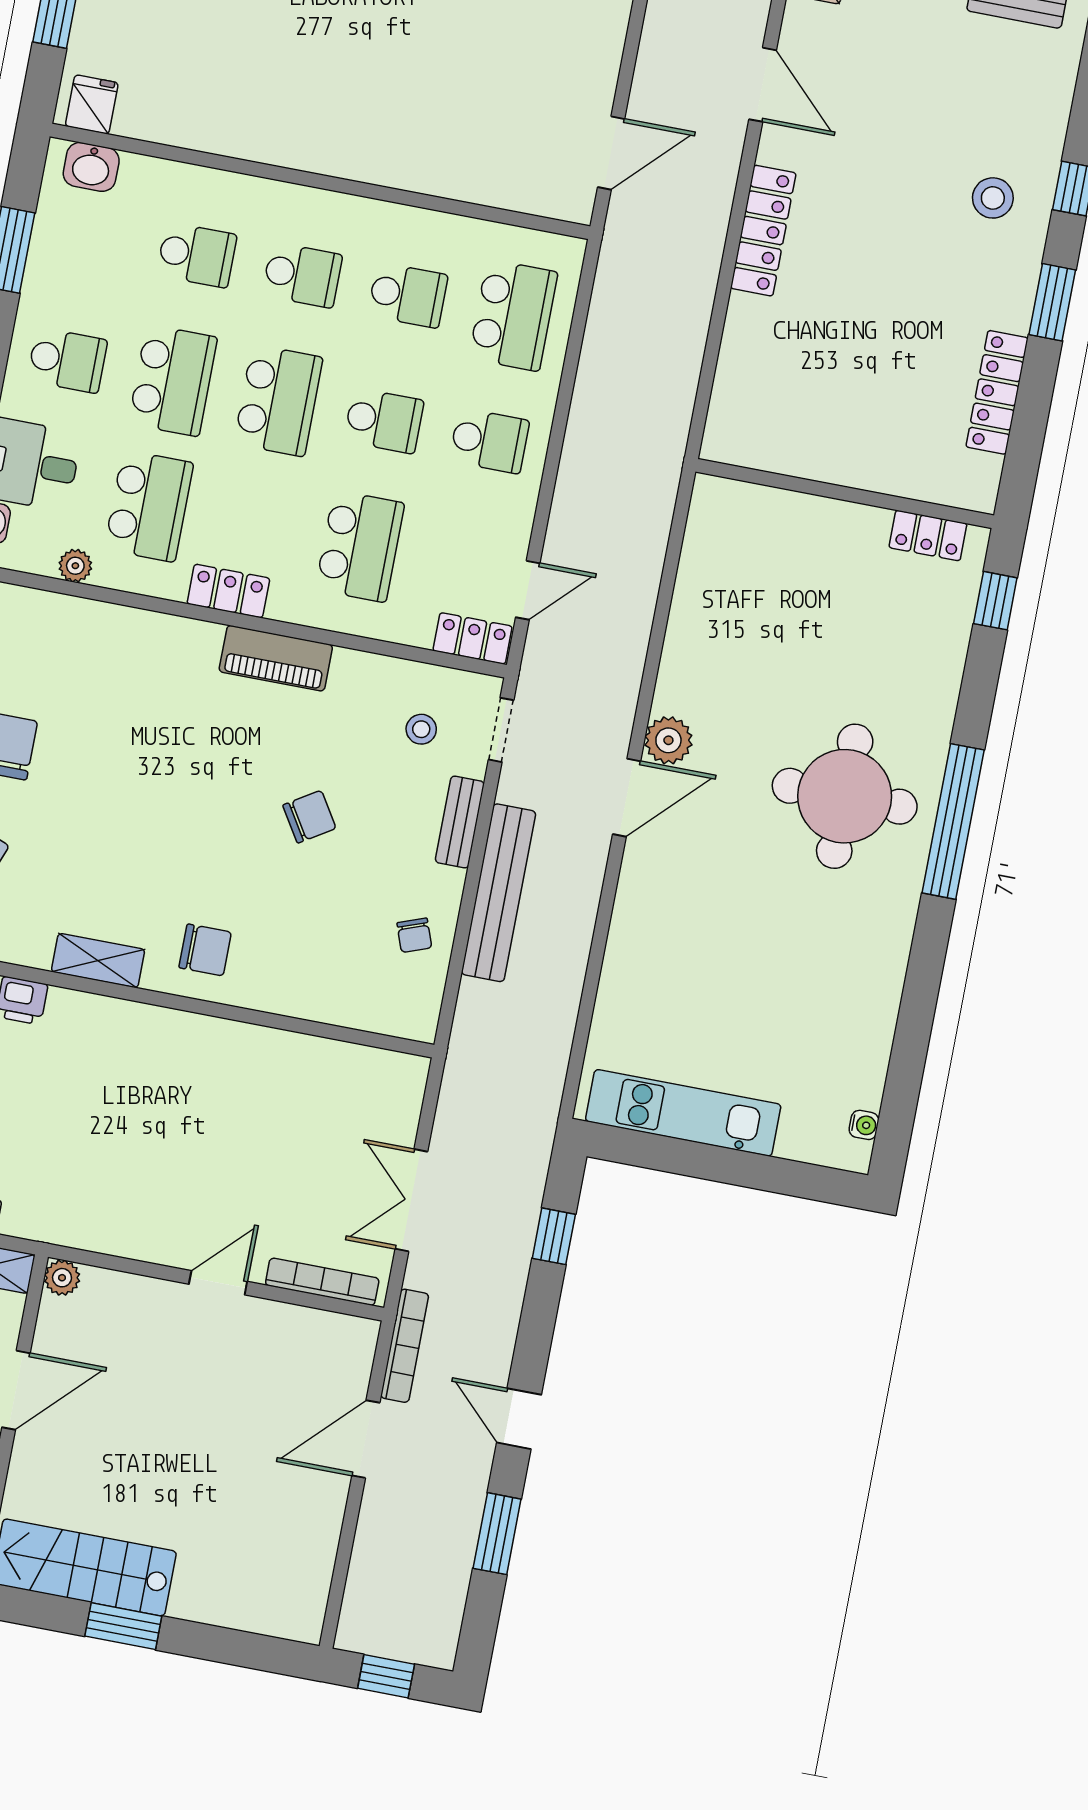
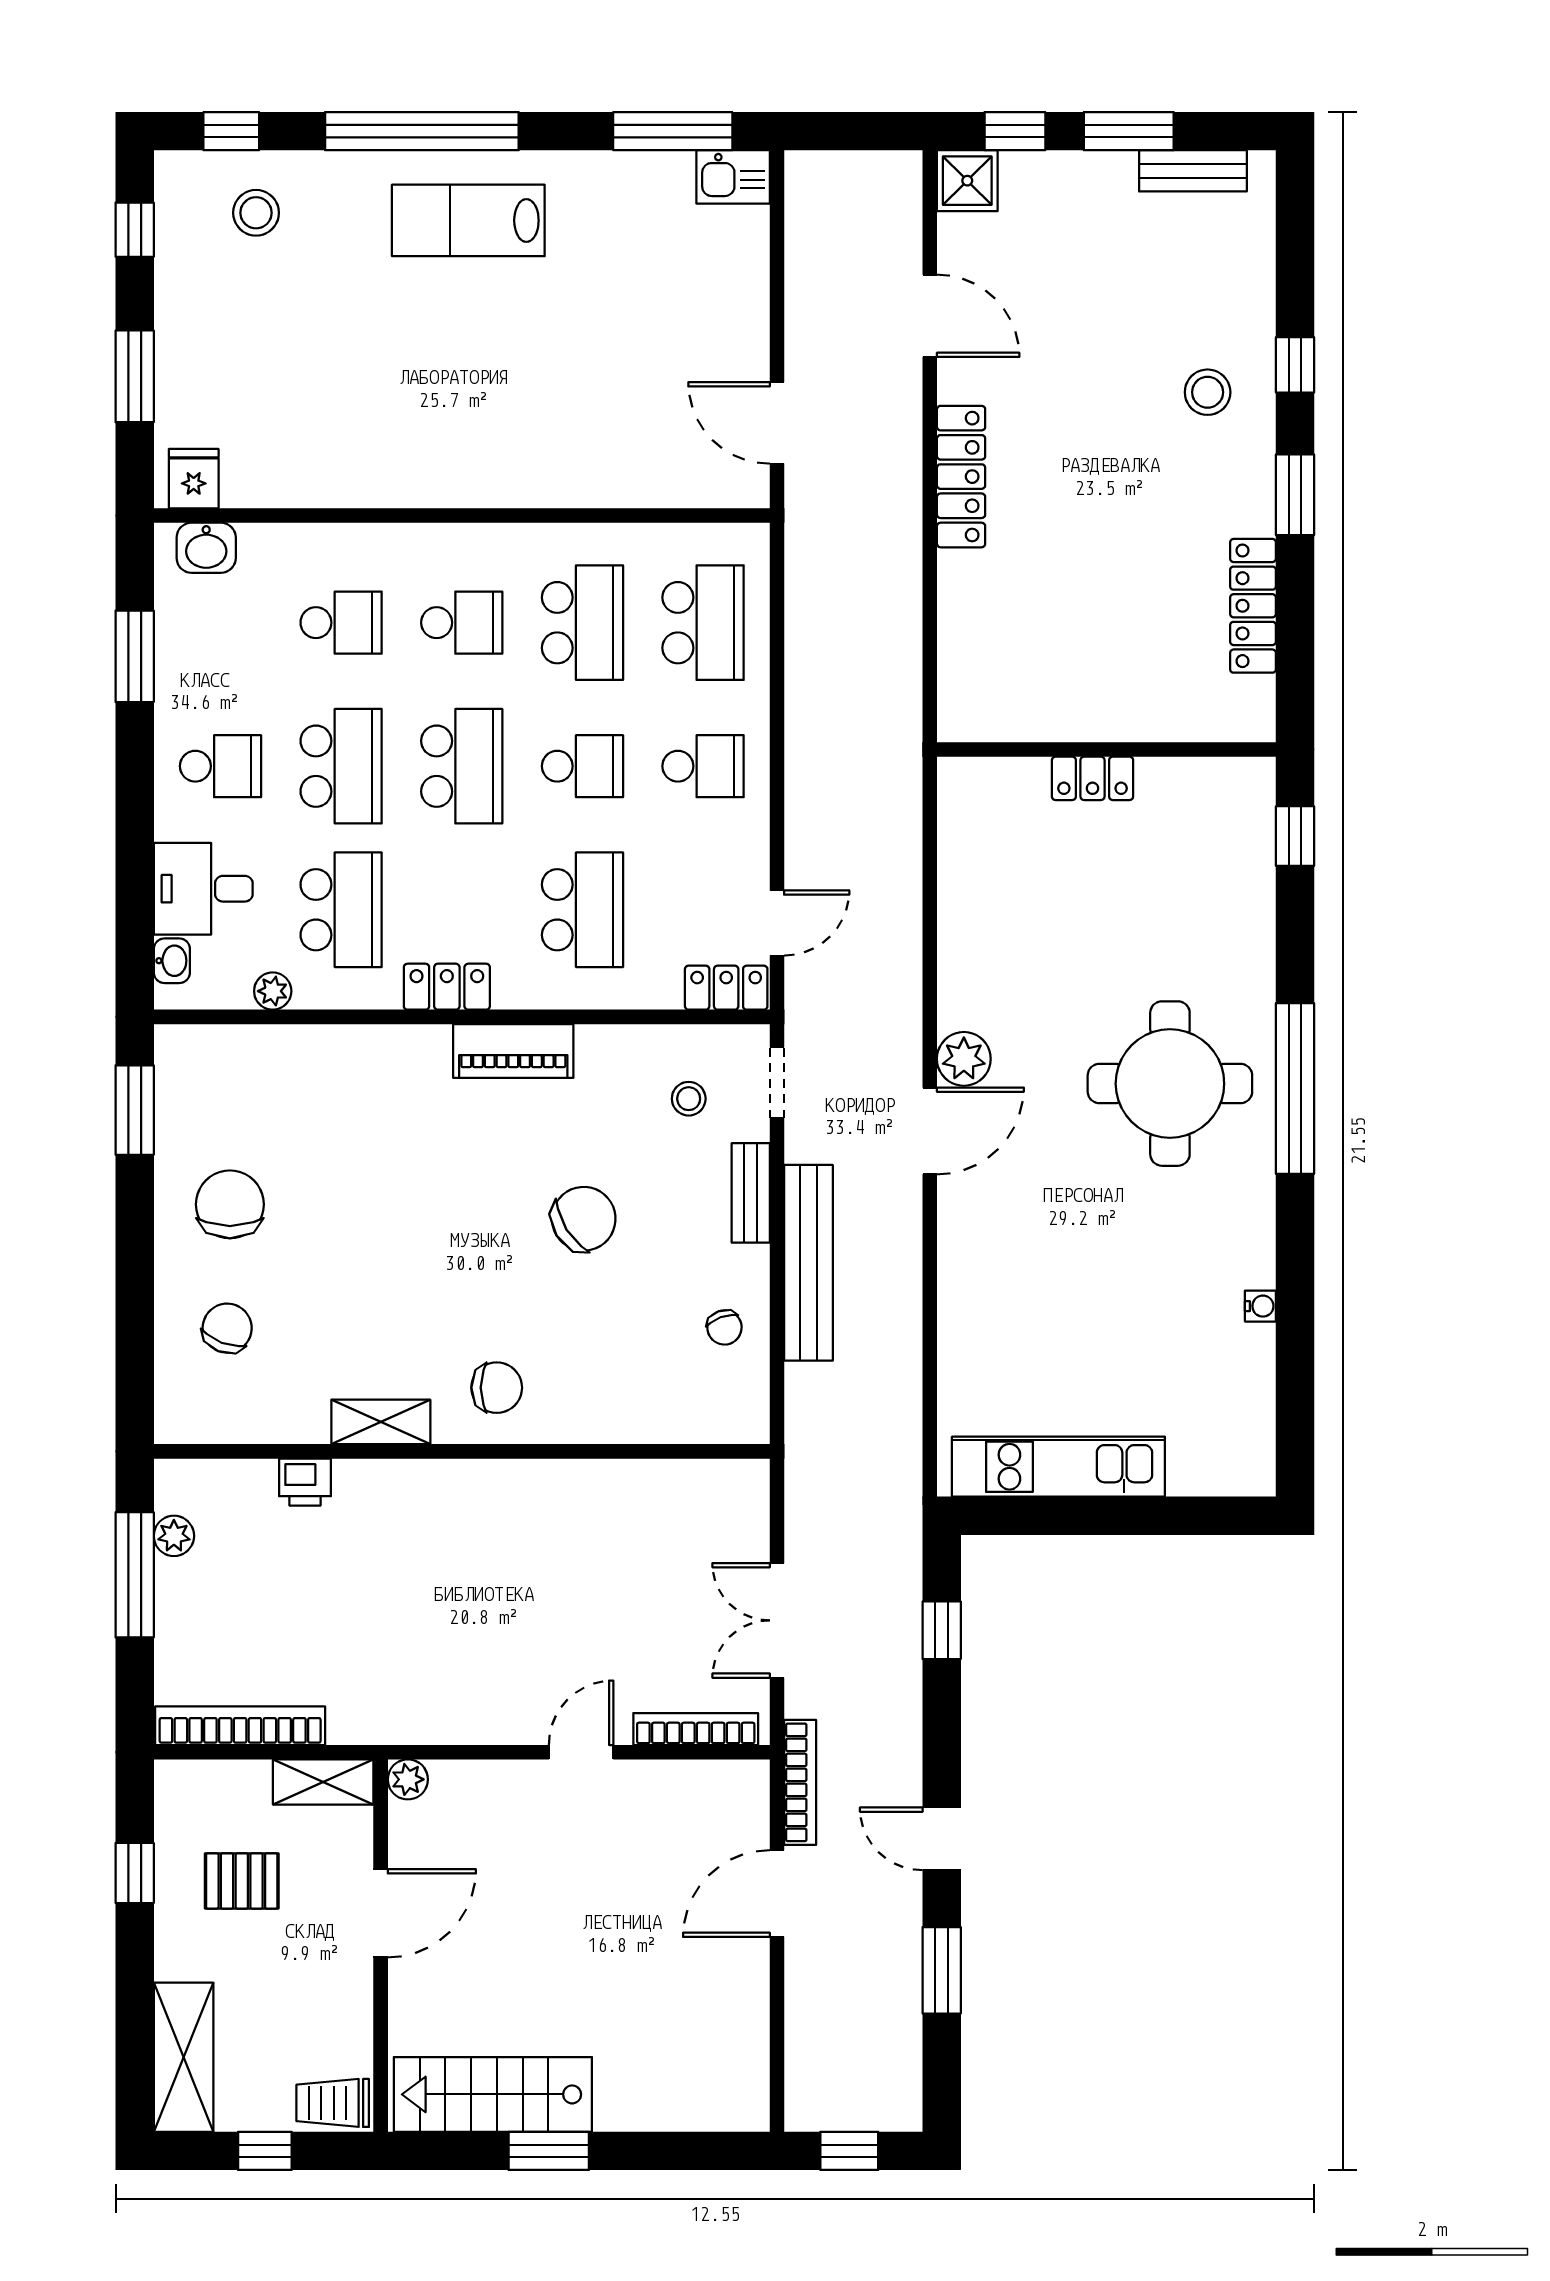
door: (611, 153) -> (777, 423), swing flipped
school desk: (408, 295) -> (582, 623), width x1.85
locker: (928, 536) -> (1093, 778), moved
chair: (309, 817) -> (584, 1219), width x1.37, depth x1.37
water cooler: (864, 1125) -> (1260, 1306), moved

